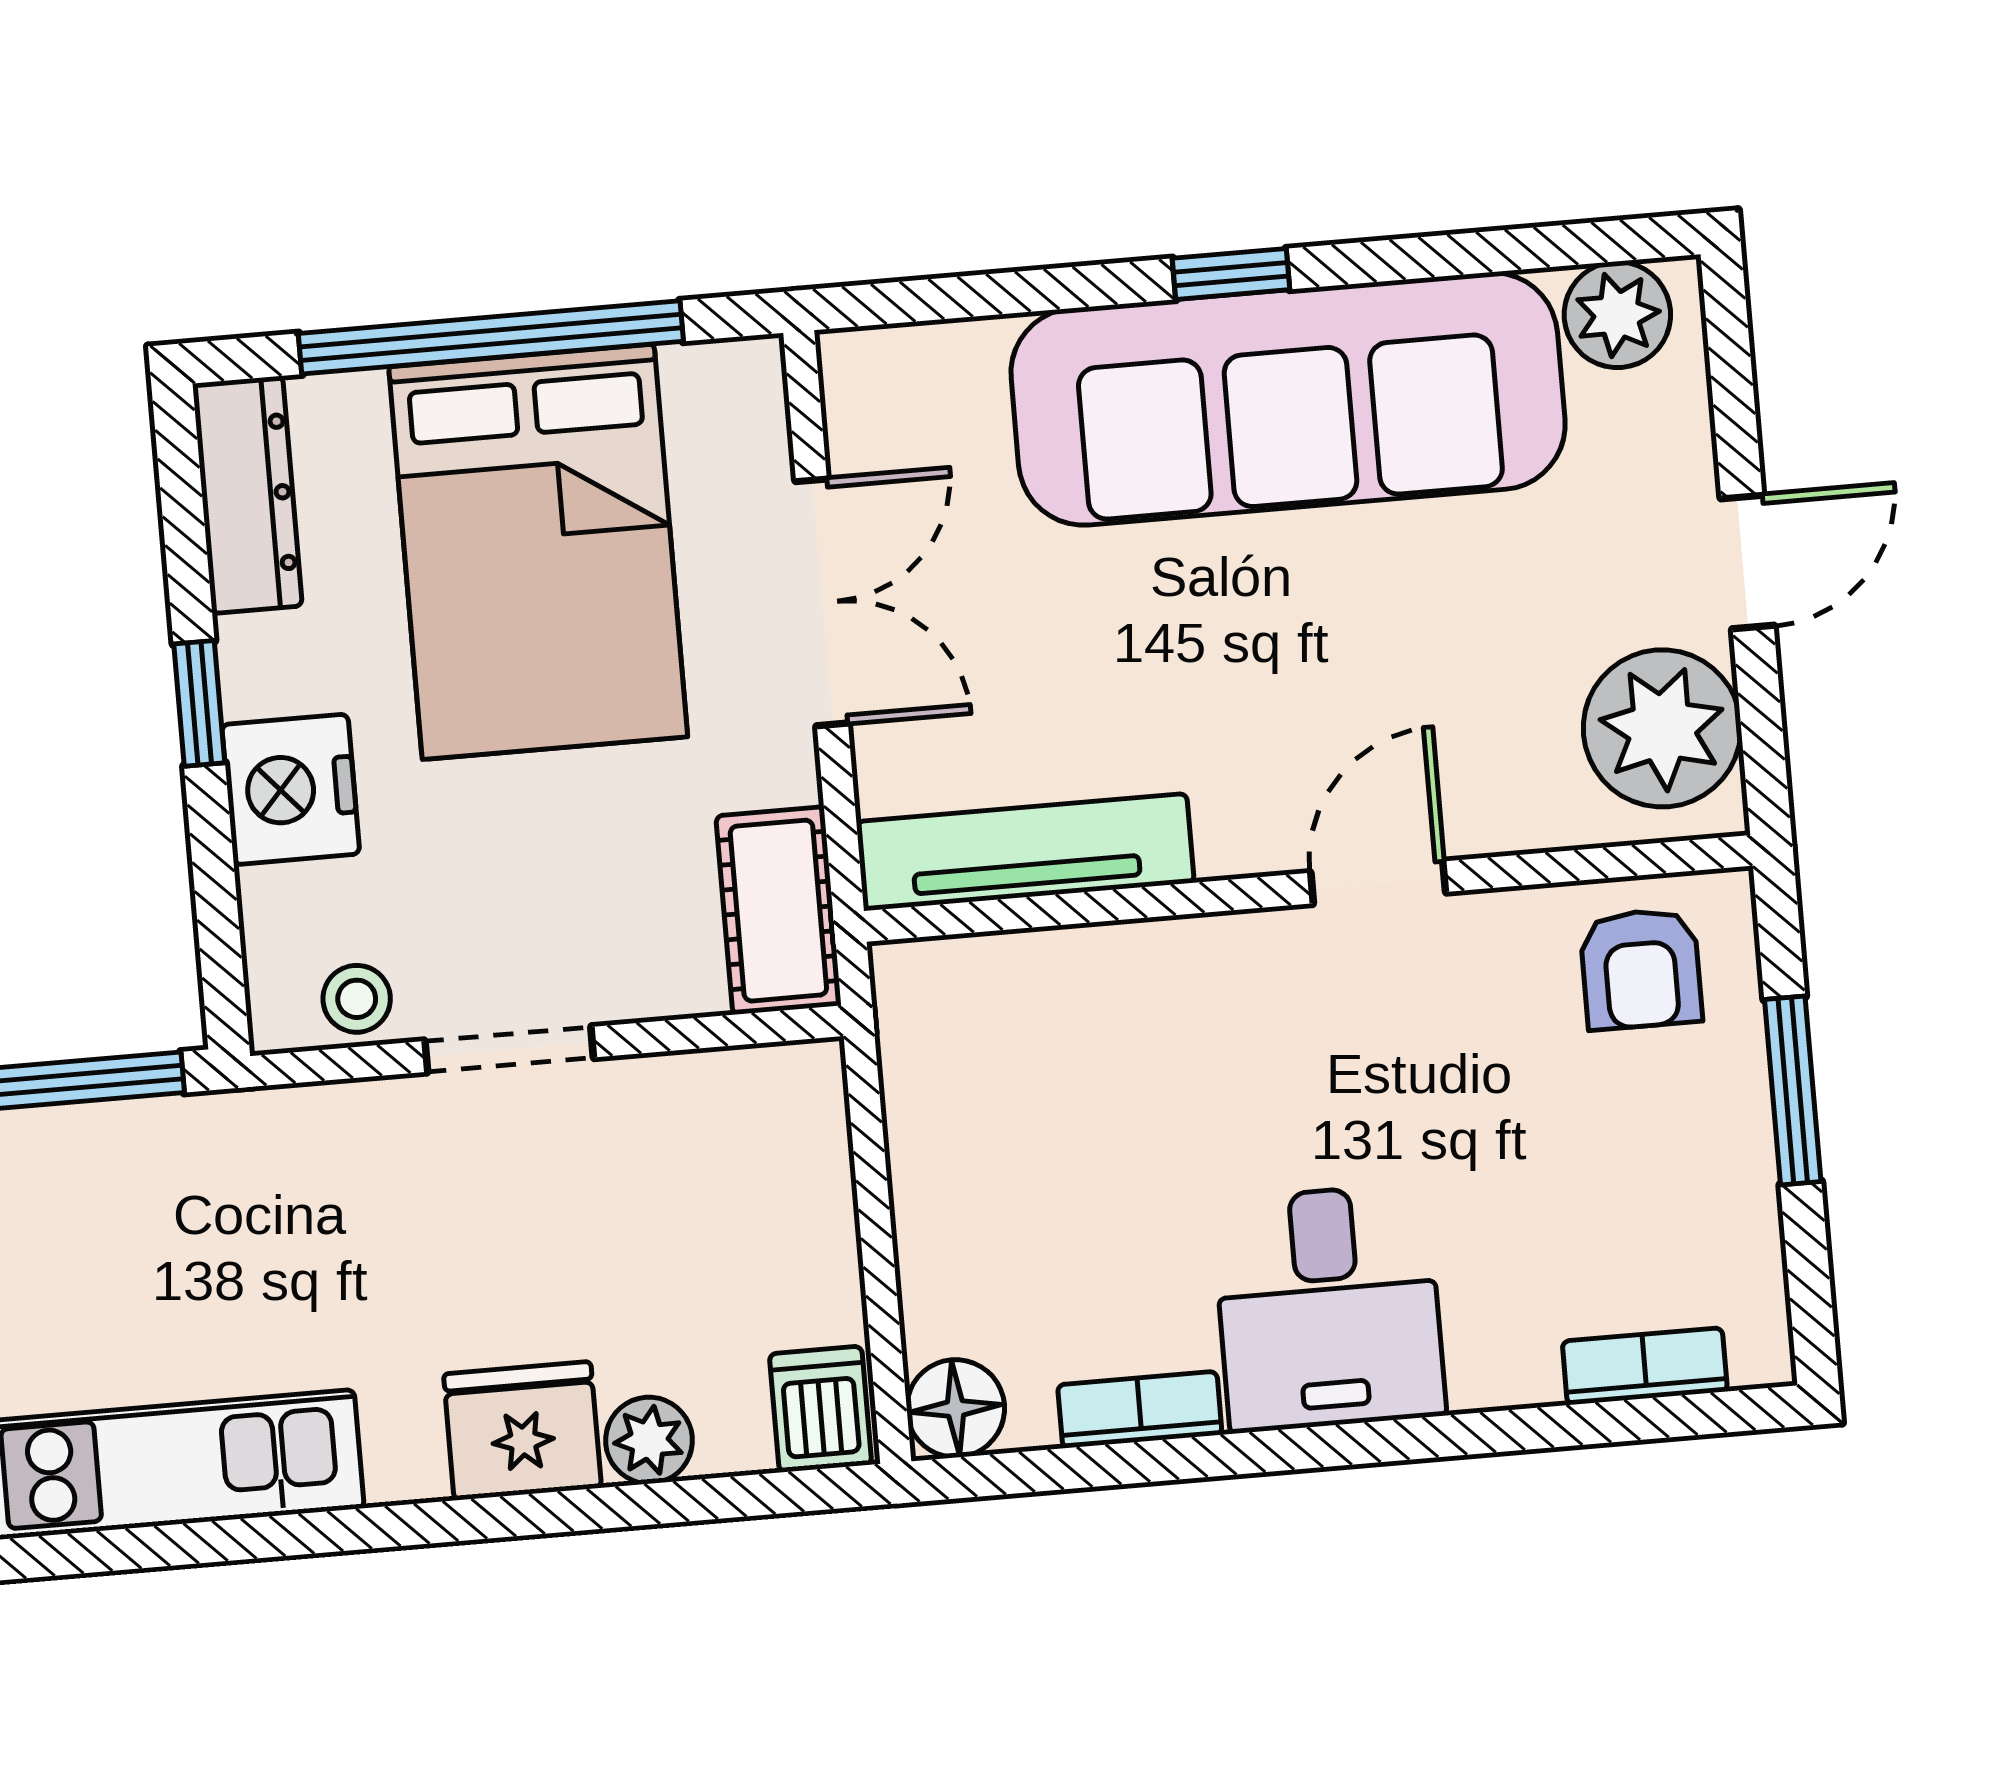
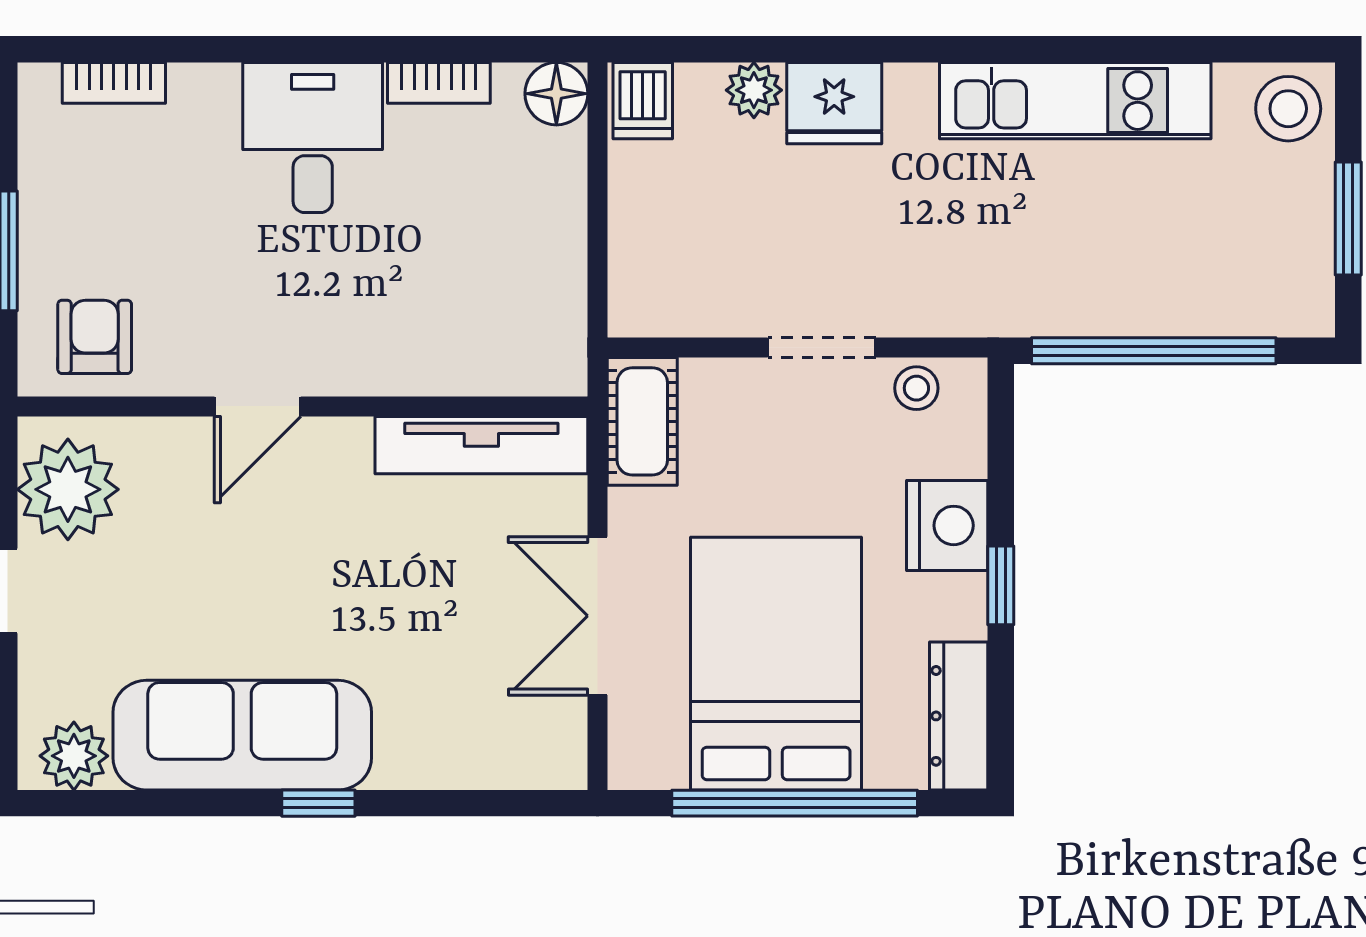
sofa: (1288, 399) -> (242, 735), width x0.74, depth x0.79

